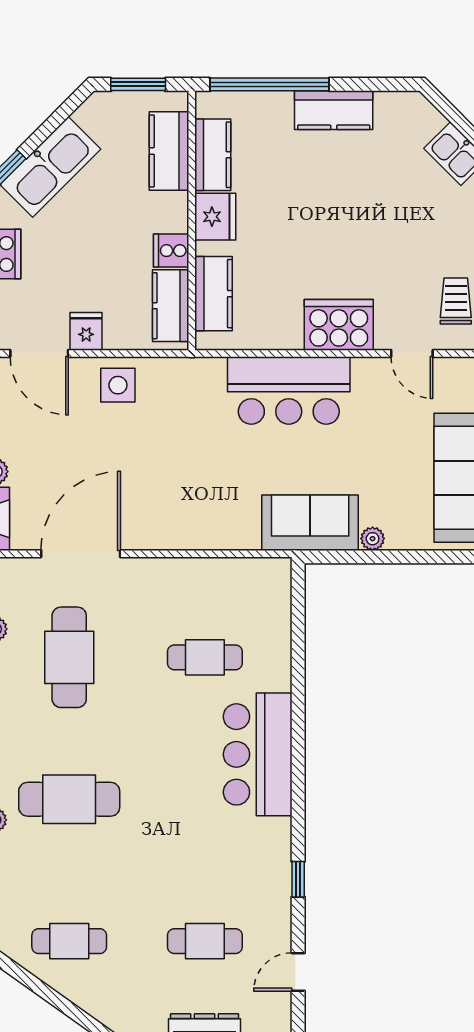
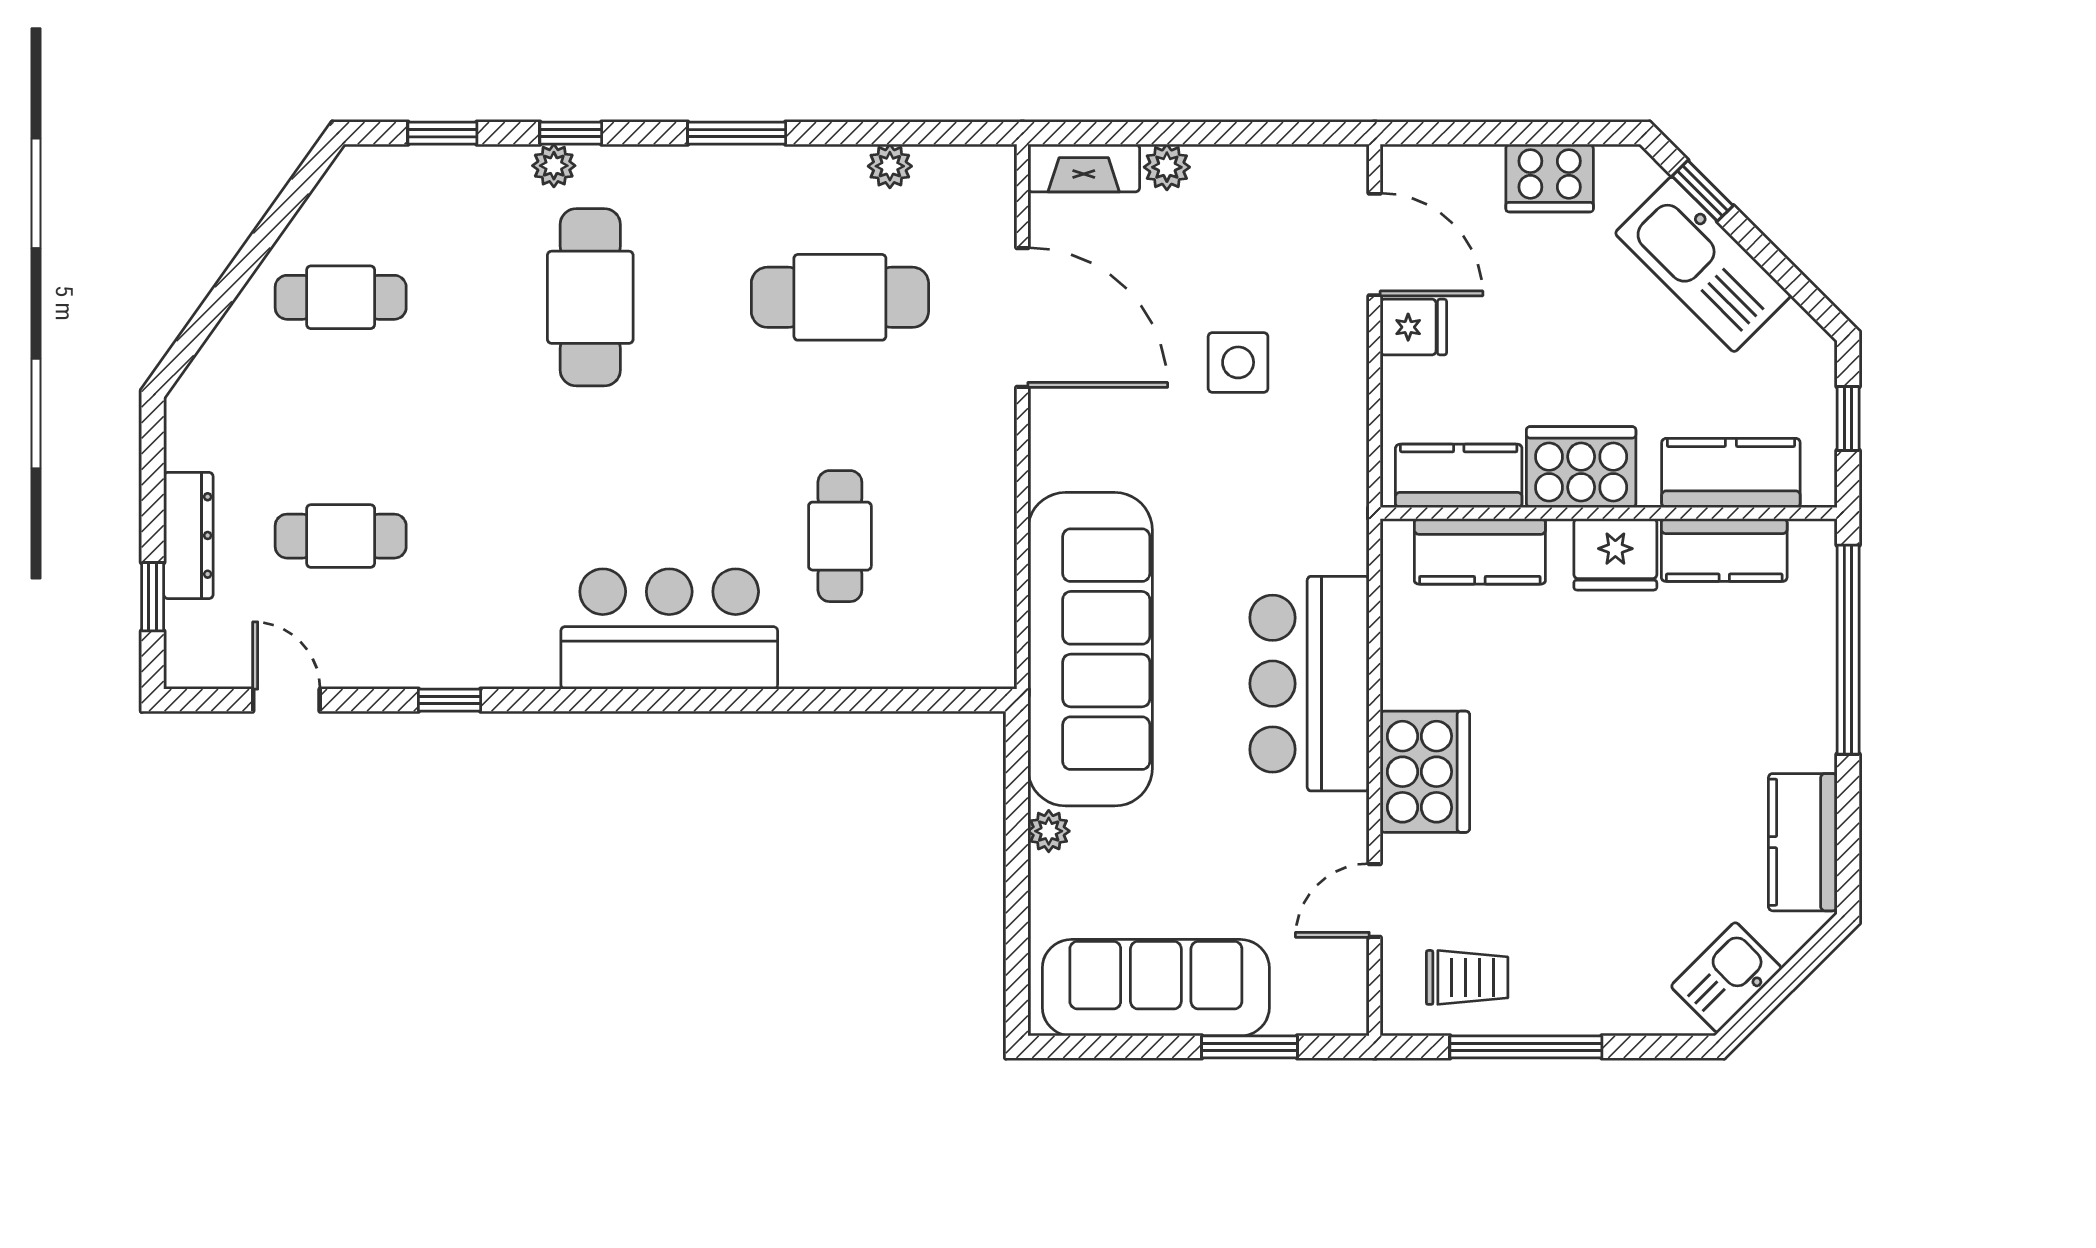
window: (138, 84) -> (1848, 419), width x0.67
kitchen counter: (334, 110) -> (1803, 842), moved
cooker: (171, 251) -> (1581, 467), width x1.87, depth x1.31
door: (39, 353) -> (1375, 245), swing flipped
side table: (118, 385) -> (1238, 362), moved
sofa: (310, 523) -> (1090, 649), width x1.85, depth x1.27
cafe table: (69, 941) -> (341, 297), turned 90
cafe table: (205, 941) -> (341, 536), turned 90

